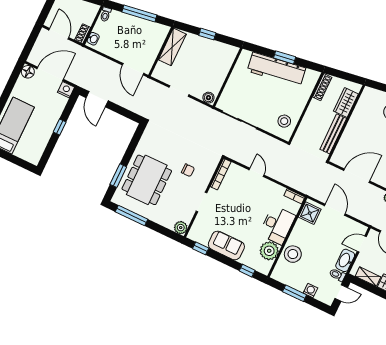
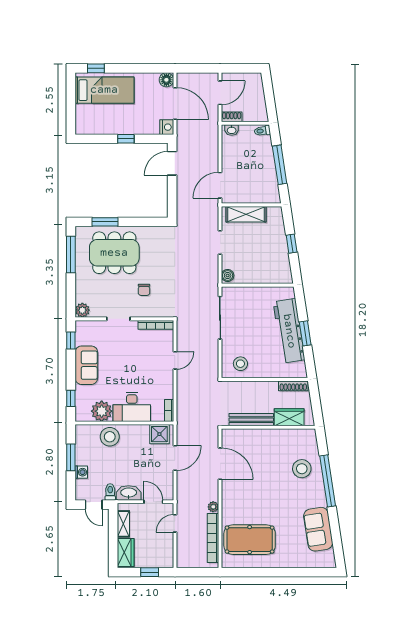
shelving: (172, 47) -> (246, 214), moved

